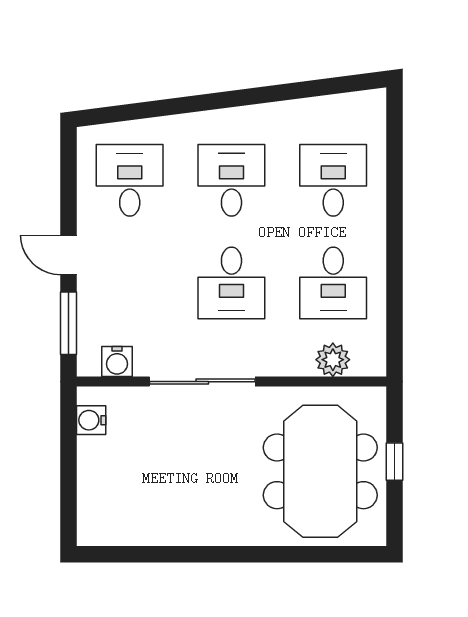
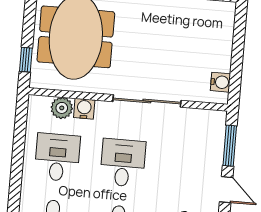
water cooler: (117, 361) -> (84, 109), moved
window: (394, 462) -> (26, 60), moved

